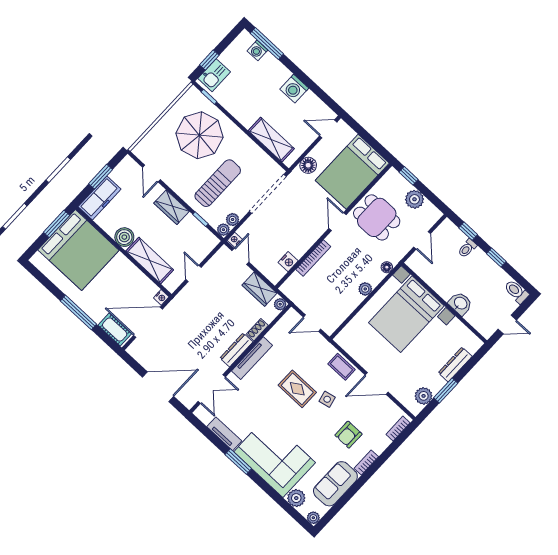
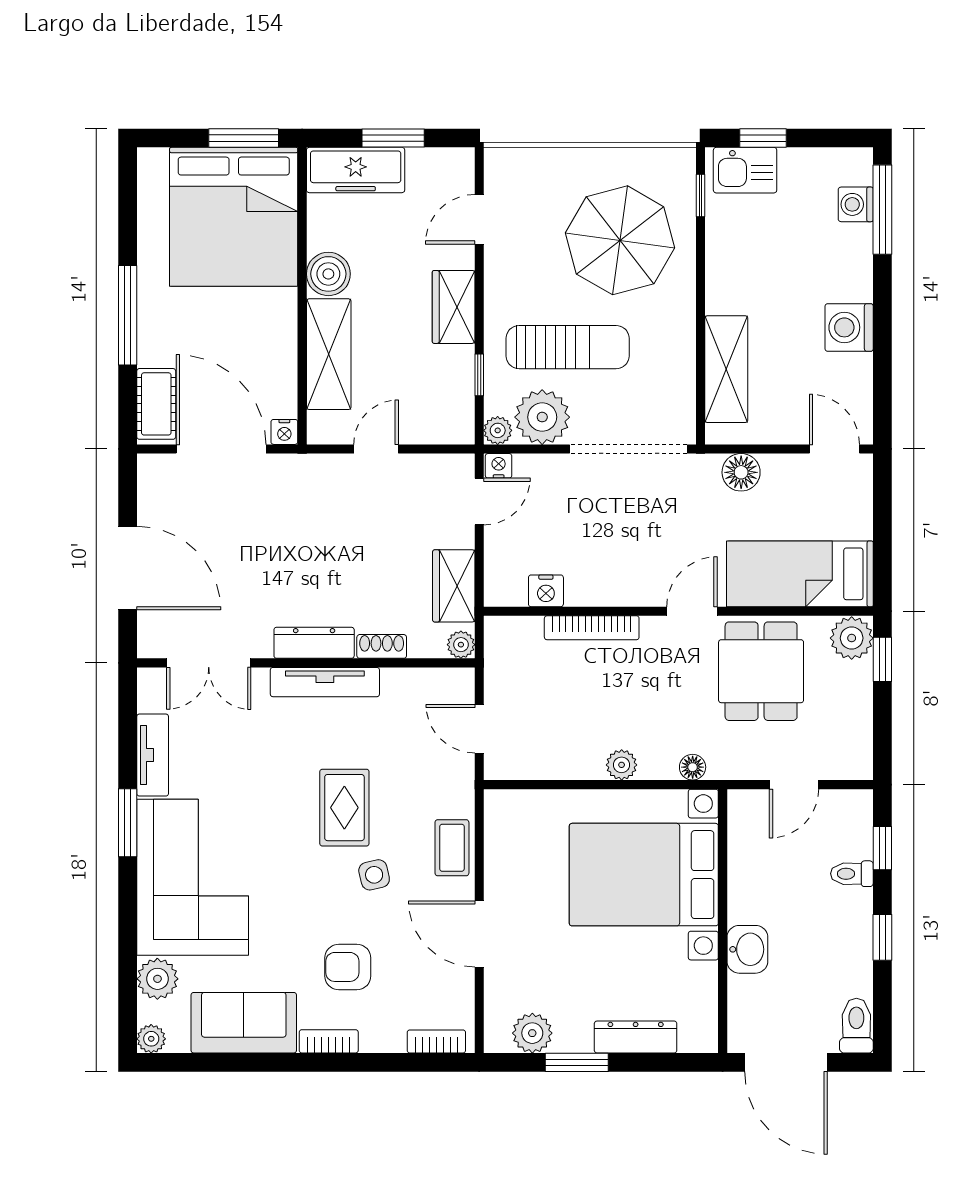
bed: (352, 172) -> (800, 574), width x0.67
plant: (414, 199) -> (852, 638), moved
plant: (233, 220) -> (542, 417), width x1.88, depth x1.88
door: (507, 325) -> (786, 1062), width x1.88

